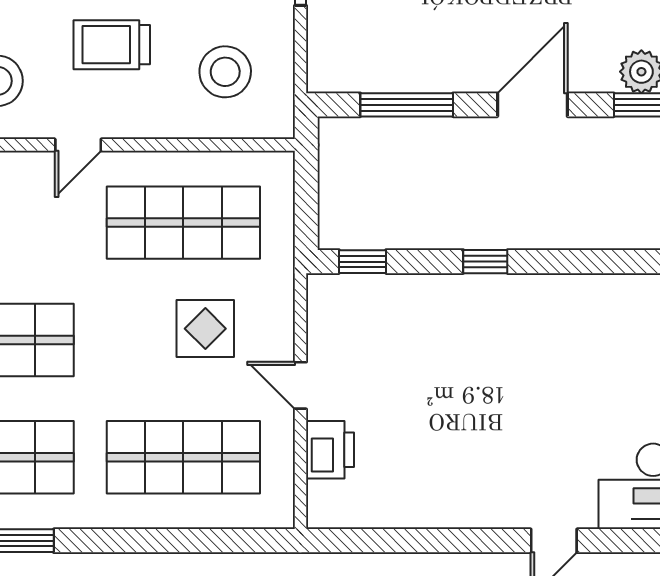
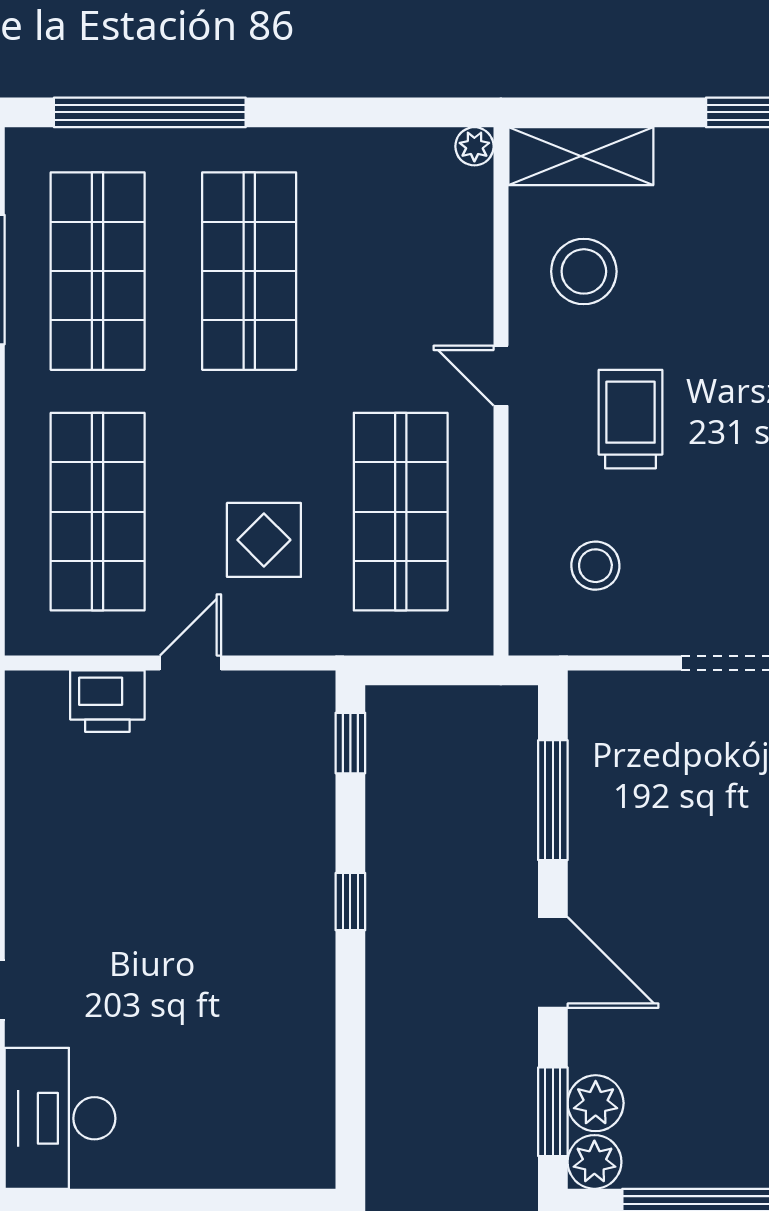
stool: (225, 72) -> (595, 566), width x0.73, depth x0.73

